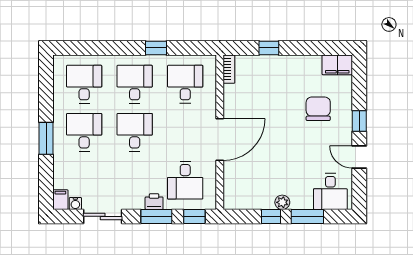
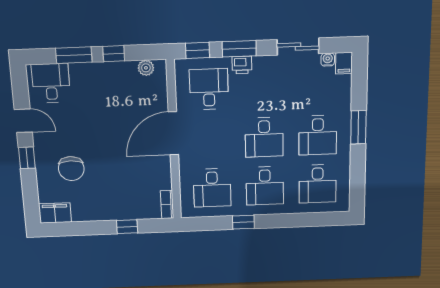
plant: (282, 202) -> (146, 68), moved

